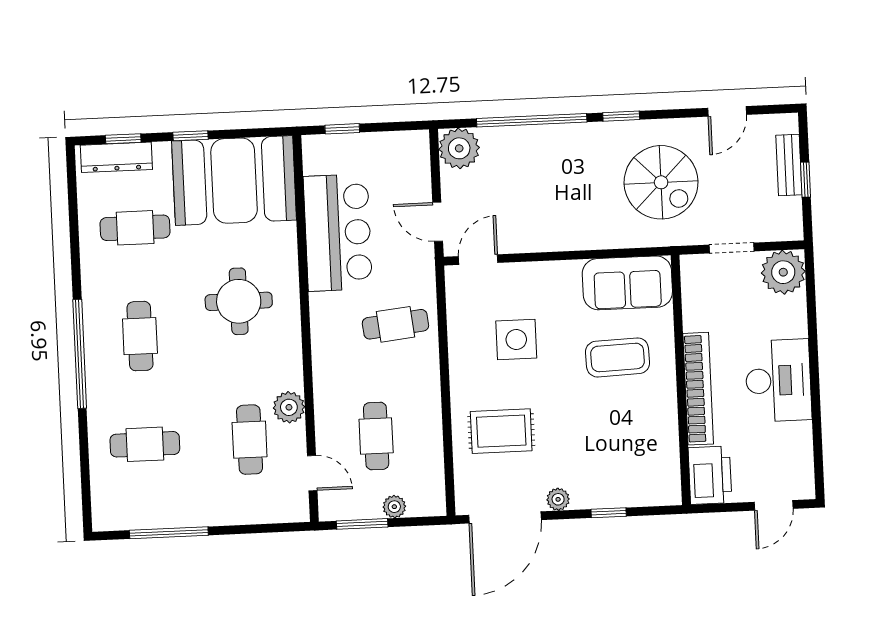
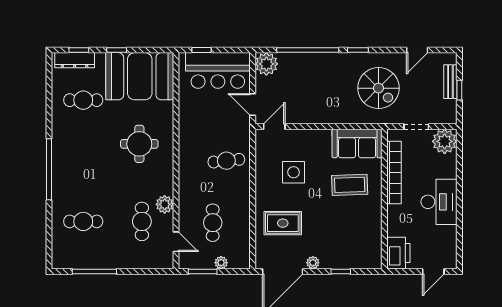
bar counter: (338, 233) -> (218, 70), moved, turned 90
cafe table: (140, 336) -> (83, 161), removed
bookcase: (698, 389) -> (394, 173), moved

